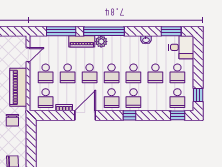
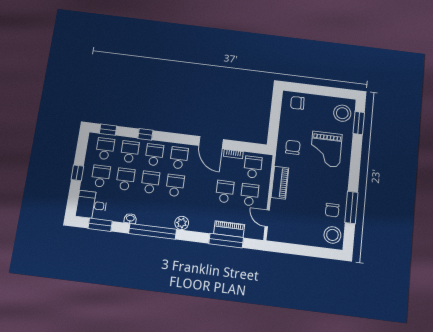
window: (104, 31) -> (153, 231), moved
piano: (82, 41) -> (229, 229), moved
door: (28, 55) -> (267, 218), hinge flipped
school desk: (90, 73) -> (130, 152), moved
piano: (18, 87) -> (280, 183), width x0.73, depth x0.75
window: (198, 95) -> (77, 173), moved
door: (85, 115) -> (211, 142), hinge flipped
window: (130, 115) -> (145, 134), moved

